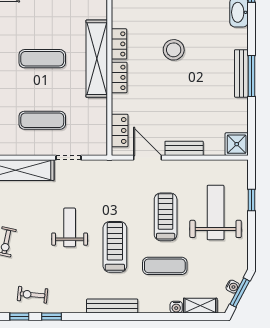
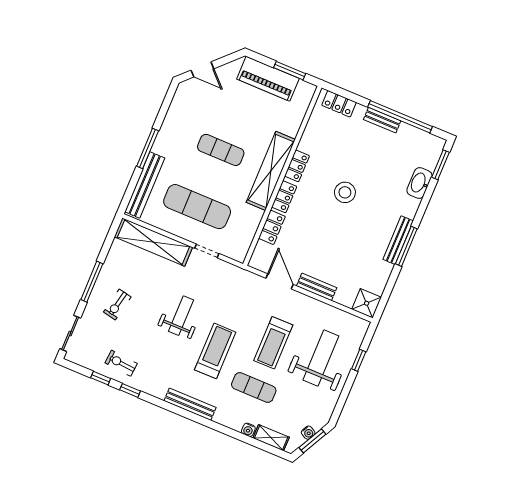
exercise mat: (42, 120) -> (197, 207), width x1.36, depth x1.45
locker: (120, 130) -> (272, 227), moved
treadmill: (166, 217) -> (273, 343), turned 180

